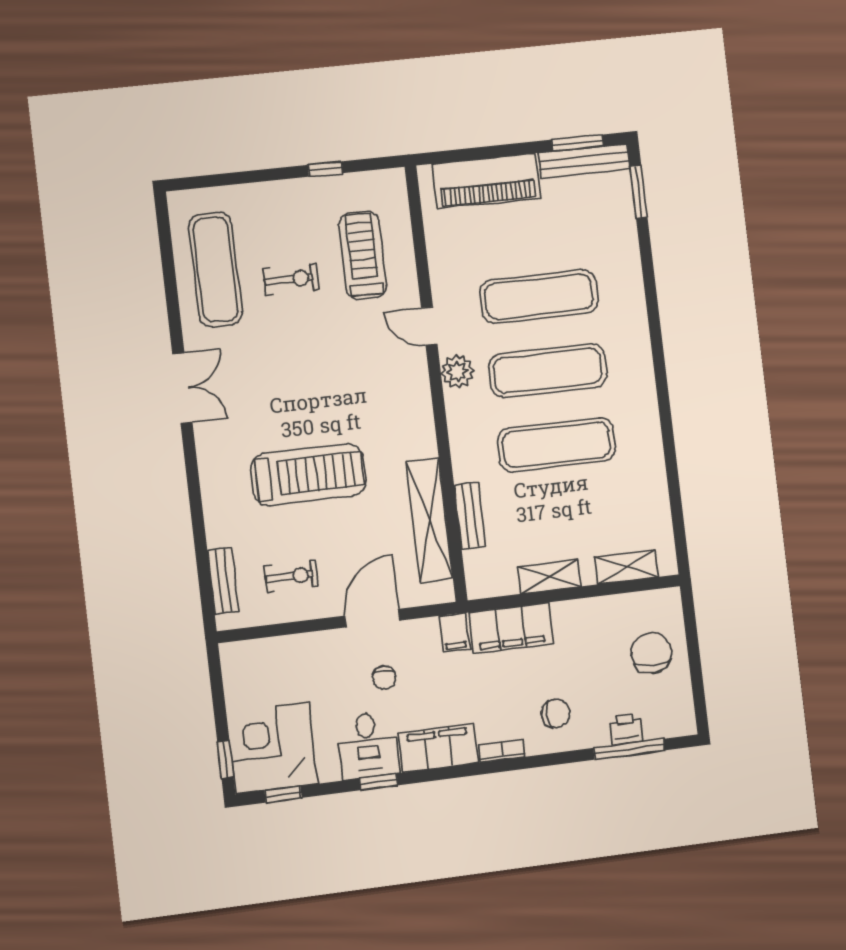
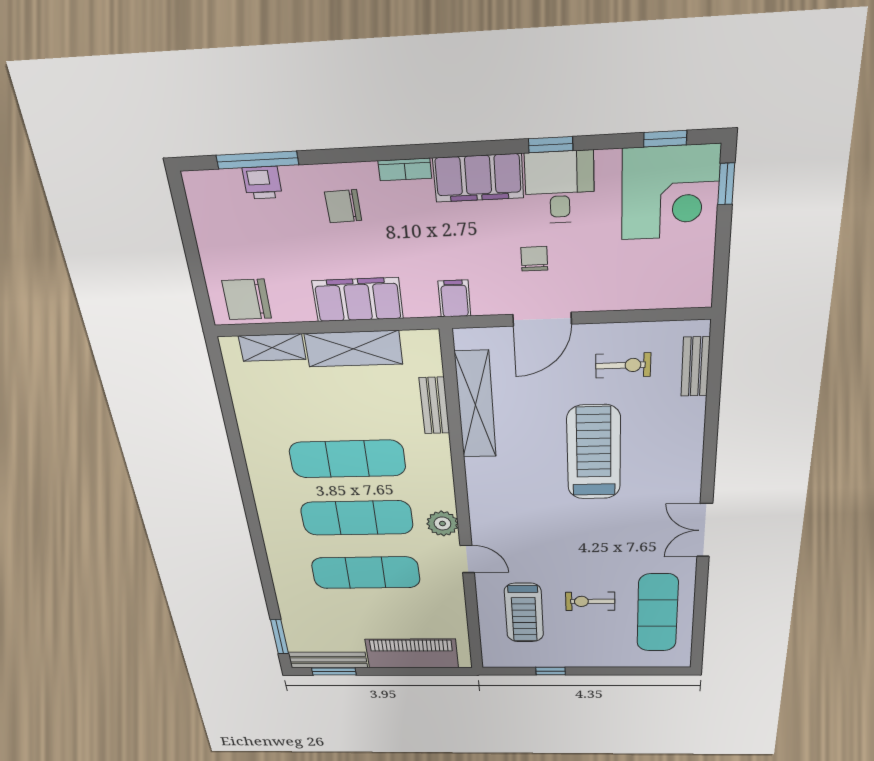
treadmill: (308, 475) -> (594, 453), turned 90
exercise bike: (291, 576) -> (623, 365), turned 180
shelving: (549, 577) -> (353, 349), width x1.50, depth x1.33
filing cabinet: (511, 628) -> (358, 300), moved
chair: (651, 653) -> (247, 300), moved, turned 90

